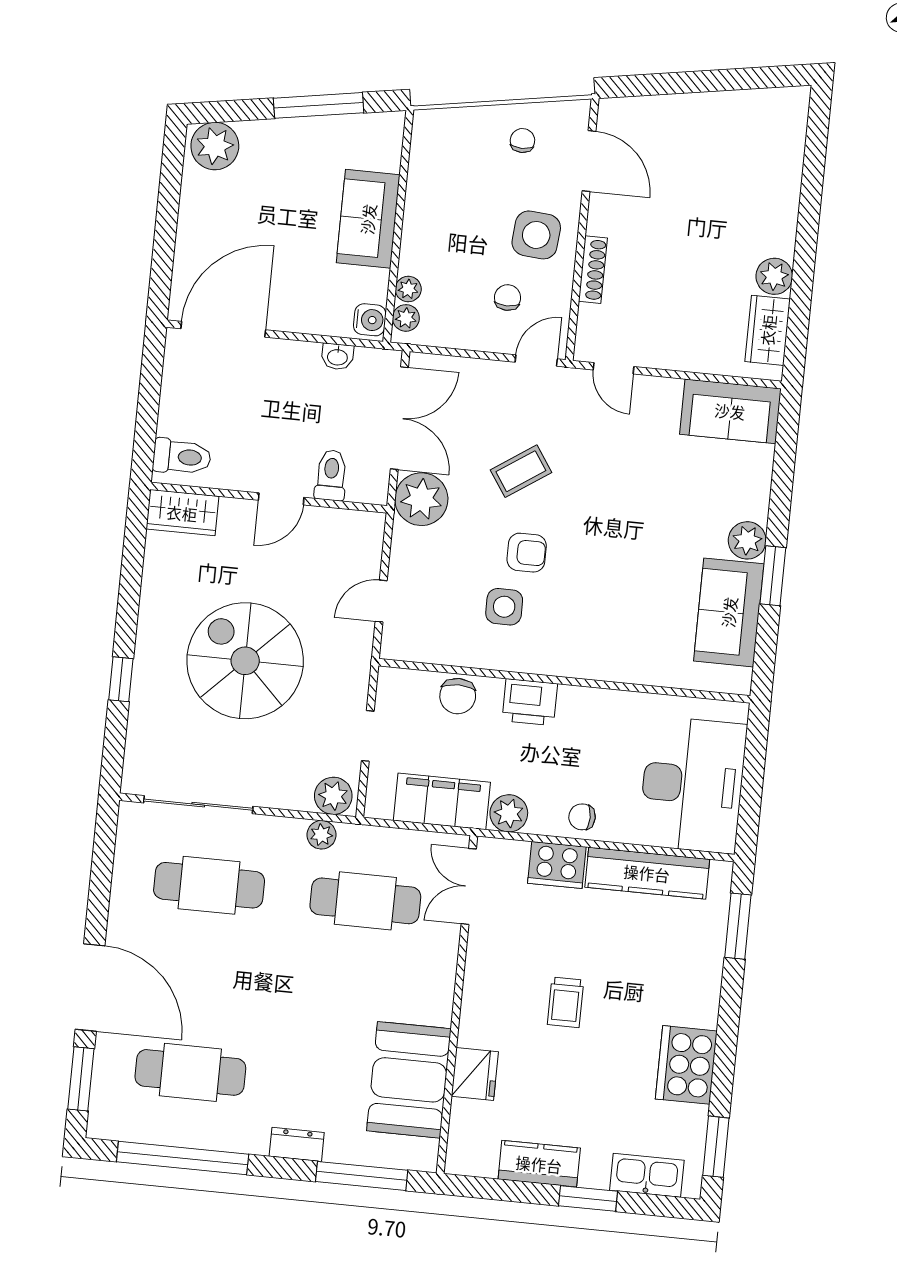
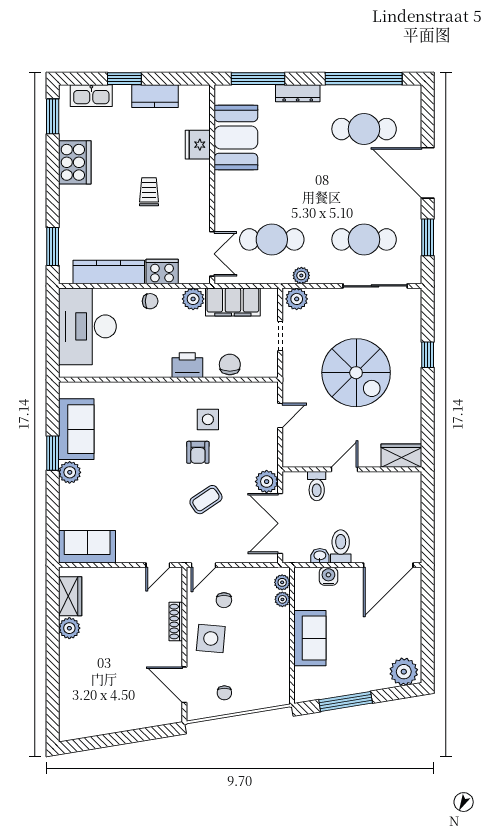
water cooler: (370, 320) -> (328, 576), moved, turned 90
door: (614, 368) -> (158, 565), swing flipped
toilet: (182, 457) -> (341, 546), moved, turned 90
plant: (421, 499) -> (267, 482), width x0.73, depth x0.73
armchair: (527, 553) -> (198, 452), turned -90
window: (81, 1079) -> (428, 237), moved
dresser: (297, 1144) -> (298, 93), width x1.44

